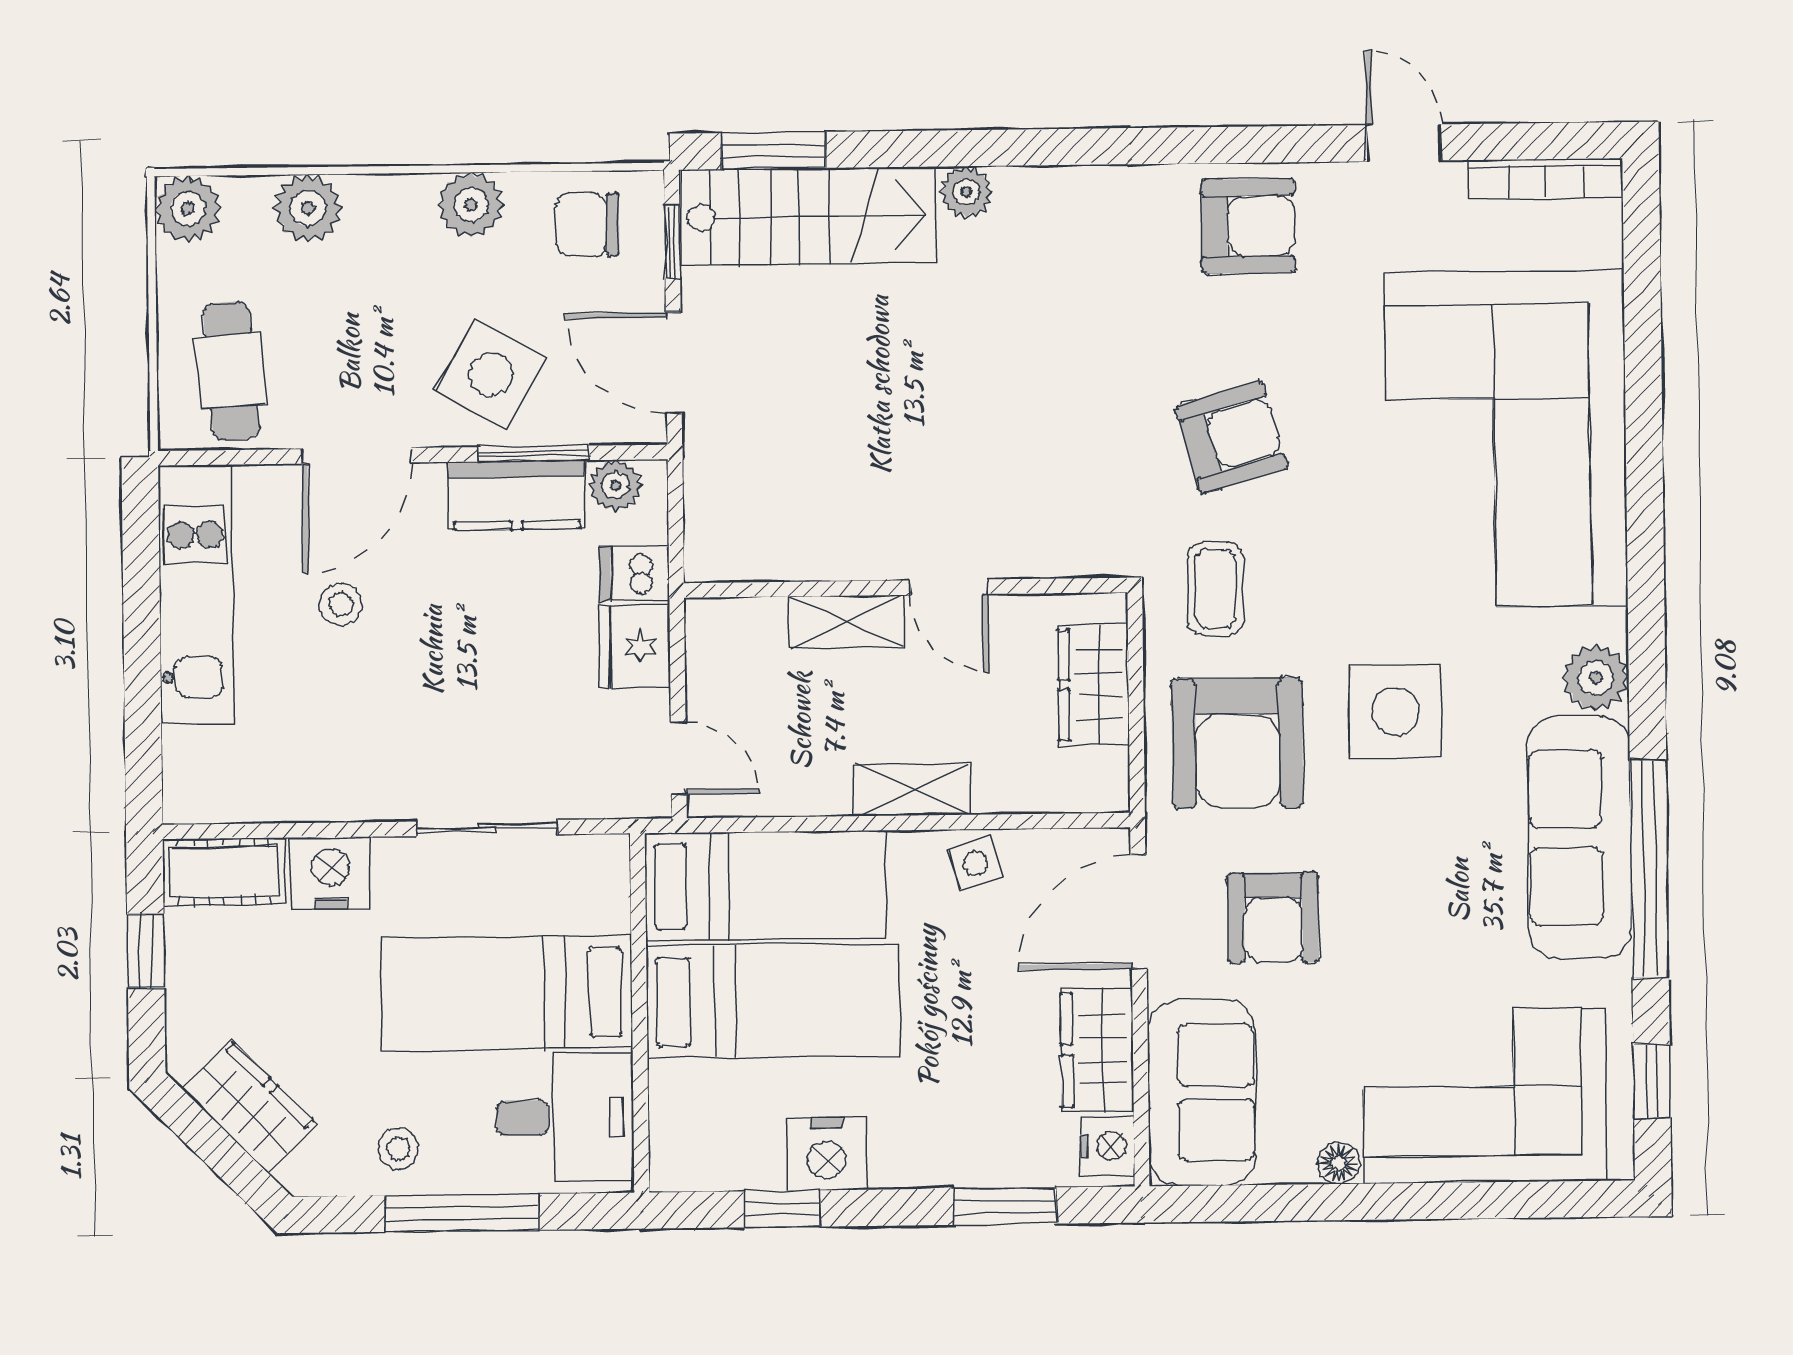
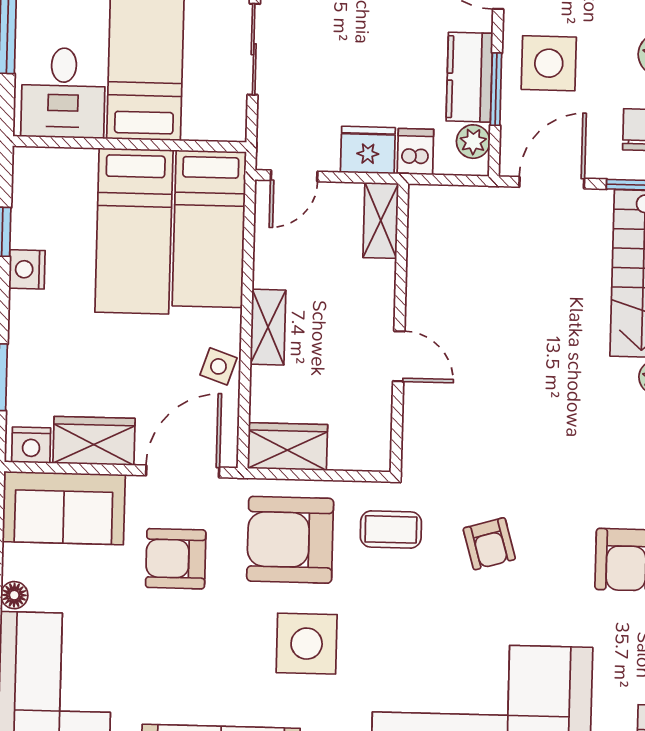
side table: (491, 374) -> (549, 63), turned -30
armchair: (1232, 437) -> (489, 544), width x0.72, depth x0.72
door: (949, 587) -> (399, 356), swing flipped
shelving: (846, 622) -> (381, 220), moved
wardrobe: (1093, 685) -> (287, 446), moved
side table: (976, 863) -> (218, 366), turned 34
door: (1139, 912) -> (183, 471), hinge flipped
nightstand: (827, 1154) -> (27, 269), width x0.74, depth x0.75

